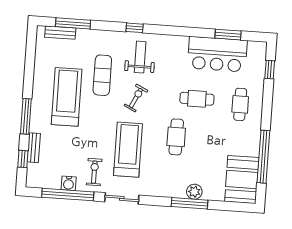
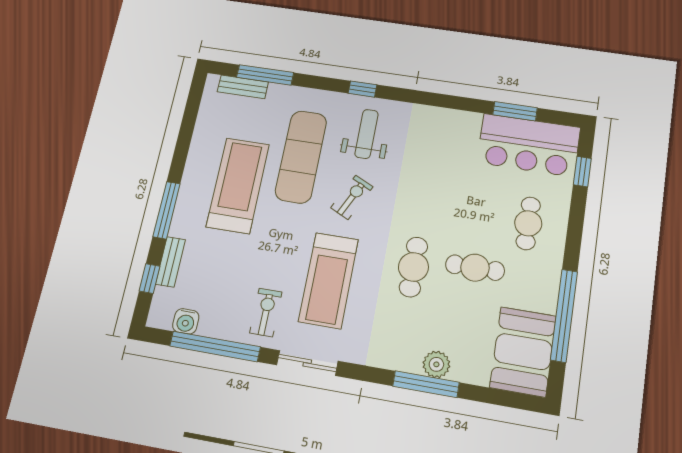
bar counter: (217, 54) -> (528, 145), moved
exercise mat: (102, 75) -> (301, 157), width x1.36, depth x1.45
cafe table: (197, 99) -> (475, 268), moved
treadmill: (128, 150) -> (328, 280), turned 180
water cooler: (69, 183) -> (186, 321), moved

